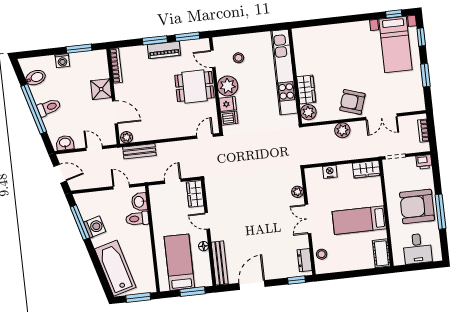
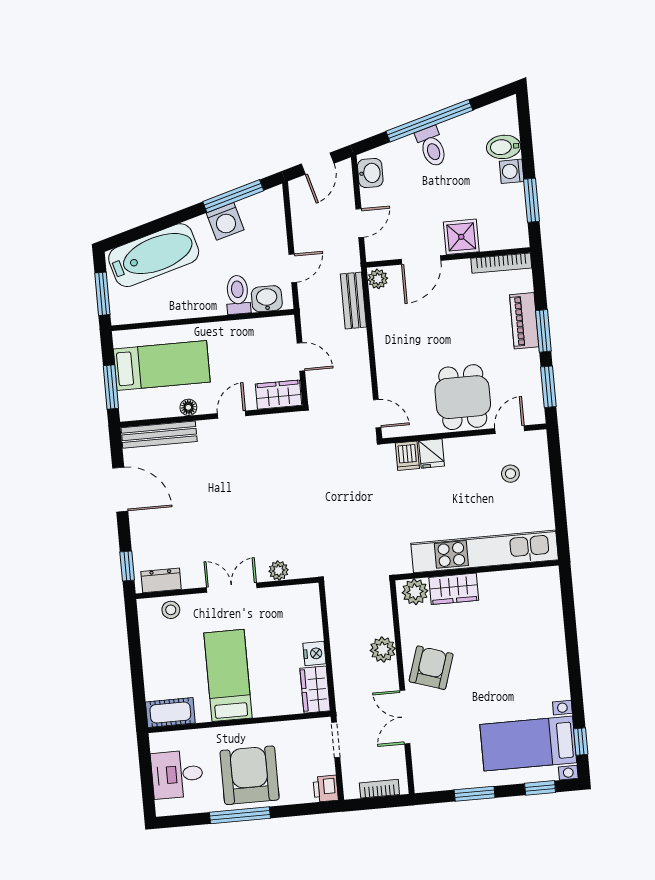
piano: (164, 50) -> (524, 321), moved
bidet: (36, 78) -> (504, 147), moved, turned 106
plant: (228, 86) -> (463, 454), removed
nightstand: (330, 172) -> (314, 653), moved

